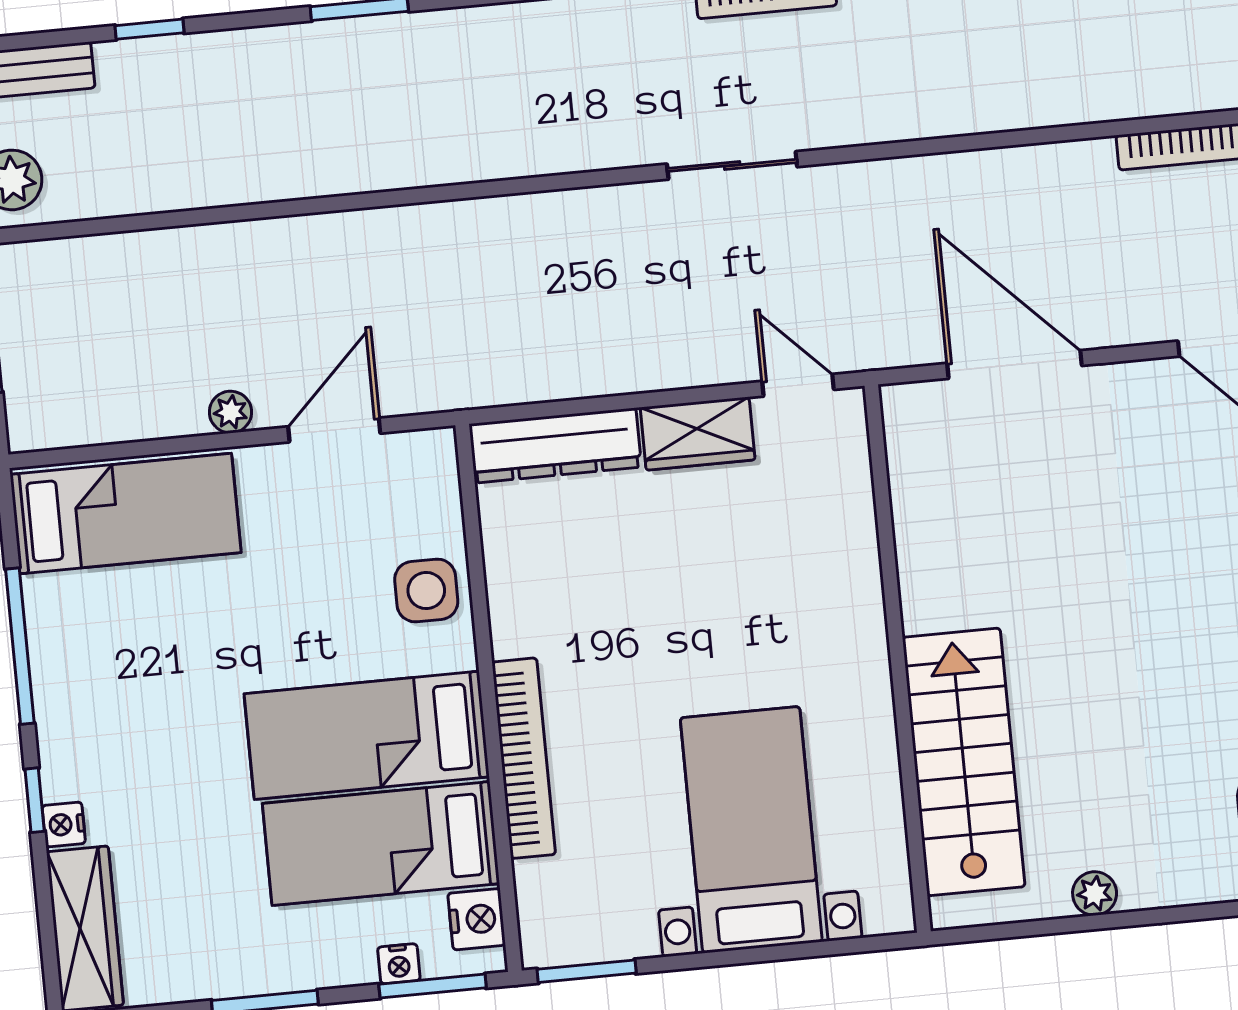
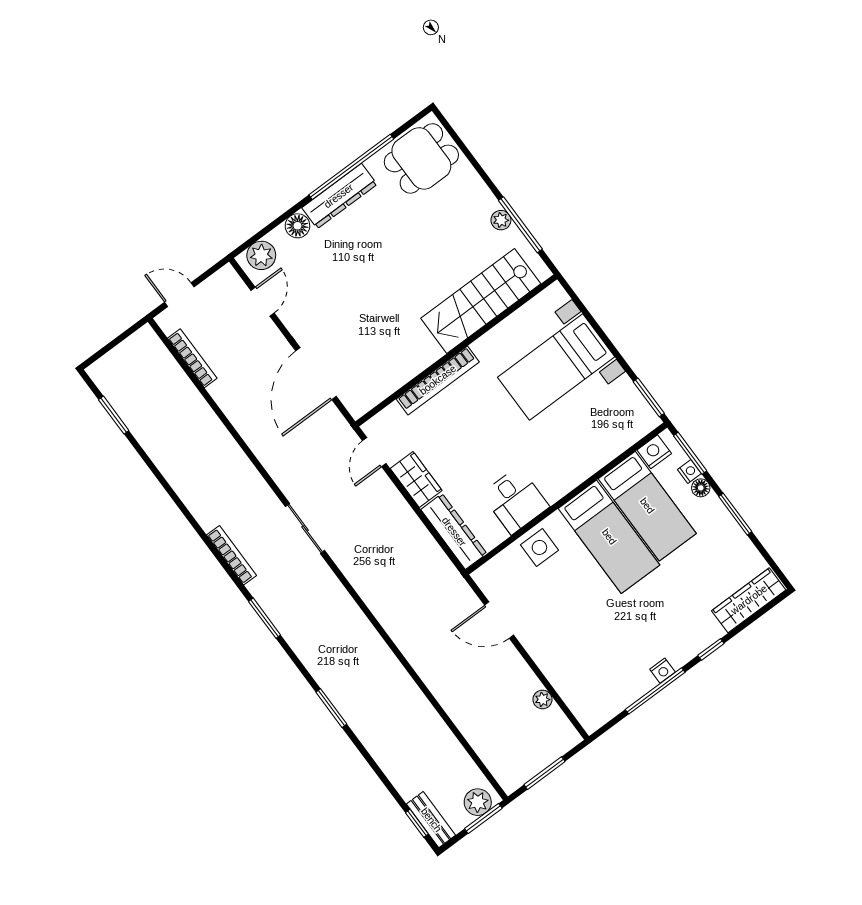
window: (149, 29) -> (417, 823), moved
plant: (230, 412) -> (542, 699), moved
bed: (126, 513) -> (580, 681), removed
desk: (544, 599) -> (515, 500), added
bookcase: (524, 758) -> (438, 380), moved, turned 180
nightstand: (64, 824) -> (662, 671), moved
window: (1063, 925) -> (520, 225), added
floor lamp: (354, 966) -> (701, 488), added

